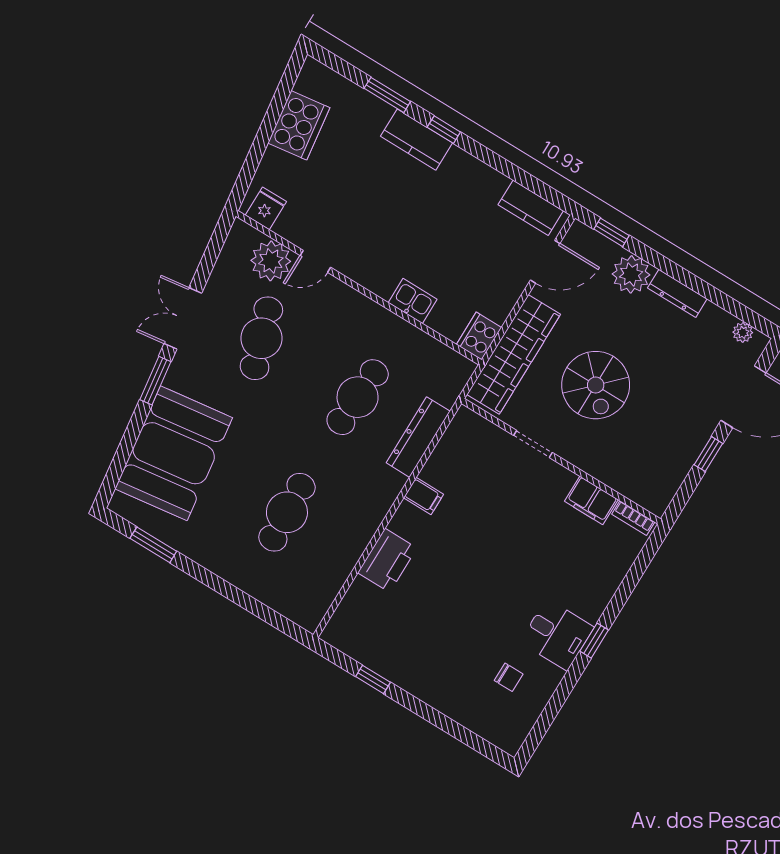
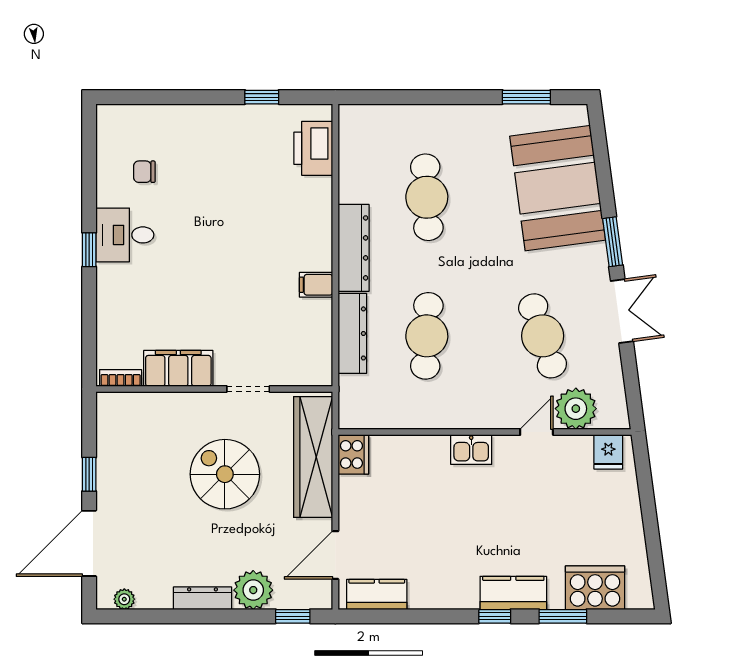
cooker: (299, 125) -> (595, 588), moved, turned 98
kitchen sink: (413, 301) -> (471, 450), moved
filing cabinet: (591, 500) -> (178, 368), width x1.50, depth x1.17
dresser: (374, 508) -> (354, 248), added
printer: (387, 560) -> (313, 148), moved

